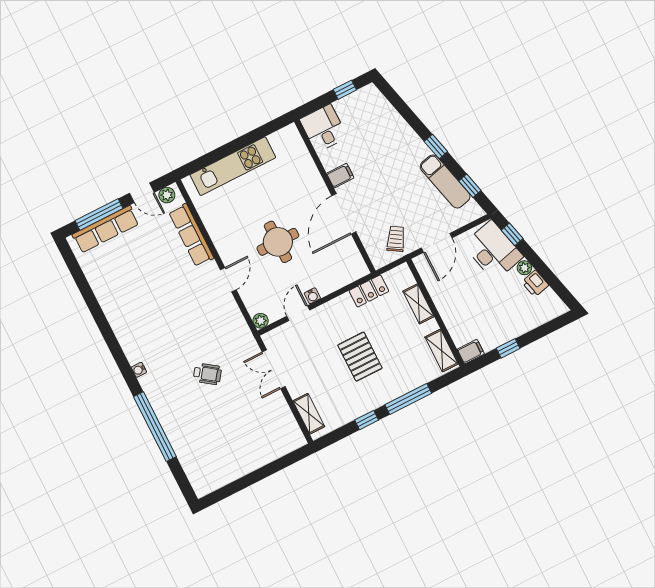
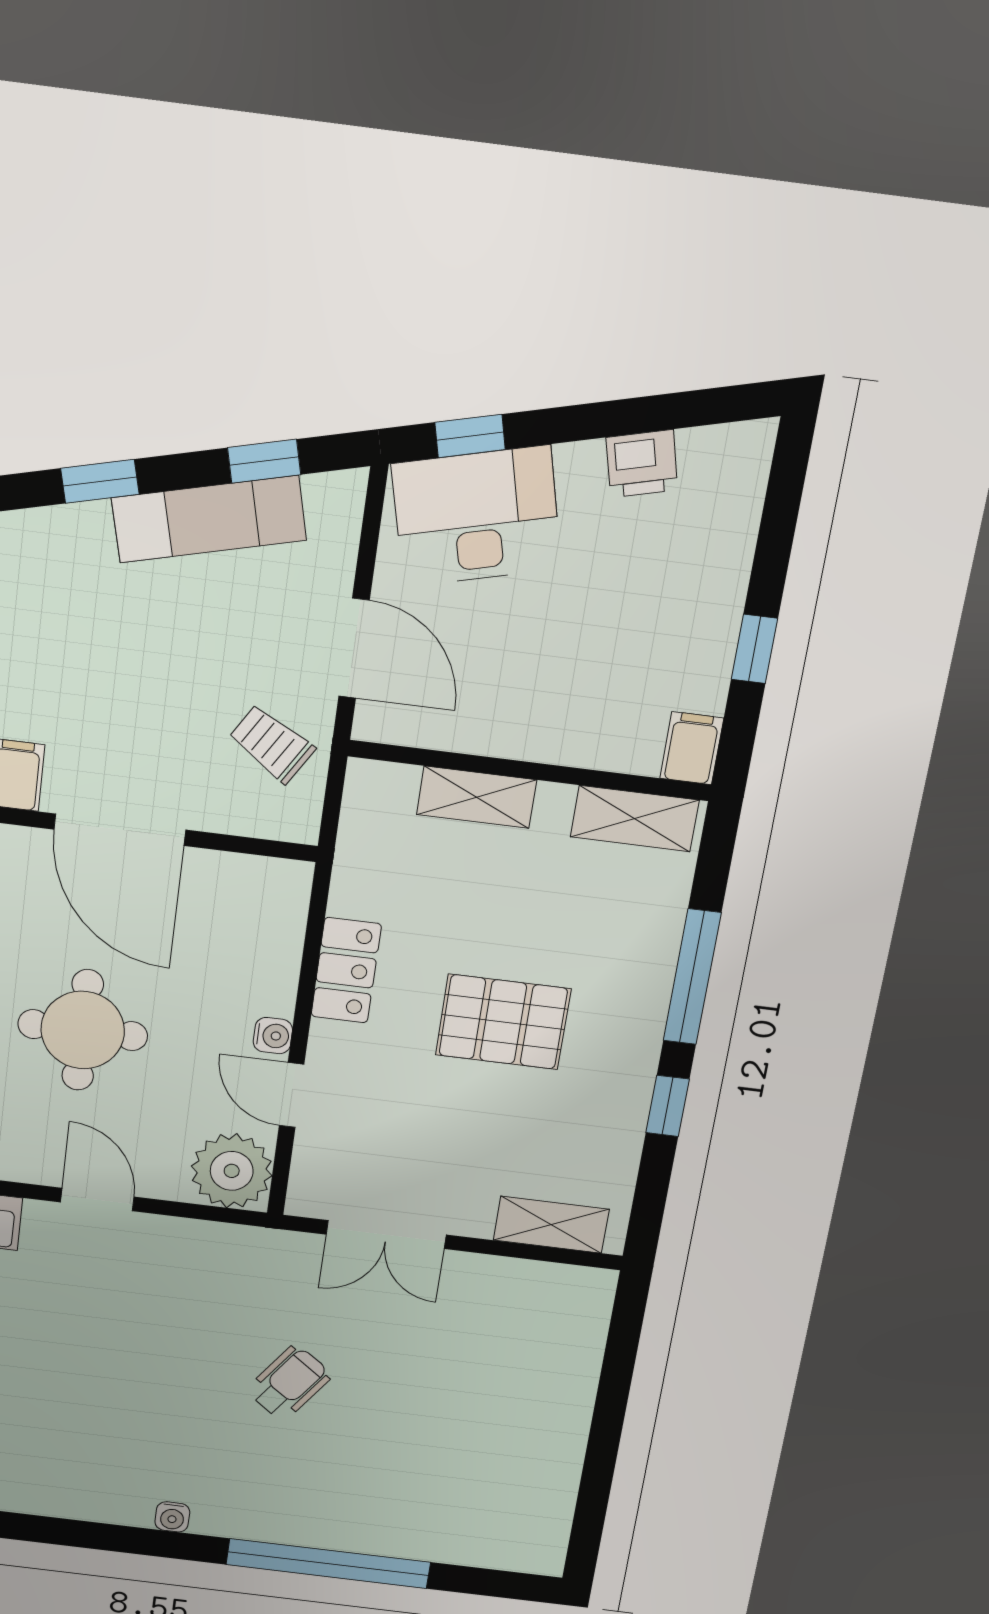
plant: (524, 268) -> (580, 464), removed
locker: (369, 291) -> (346, 970), moved
plant: (261, 321) -> (232, 1171), width x1.87, depth x1.87

